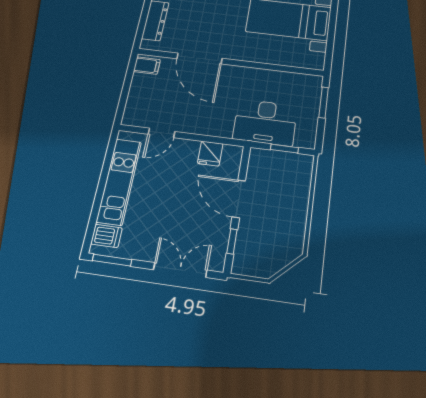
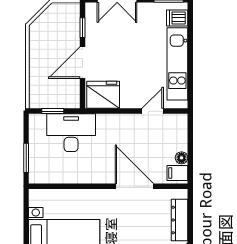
floor lamp: (139, 80) -> (182, 158), added
fridge: (210, 154) -> (103, 95), width x1.88, depth x1.34
door: (239, 199) -> (82, 63), swing flipped

